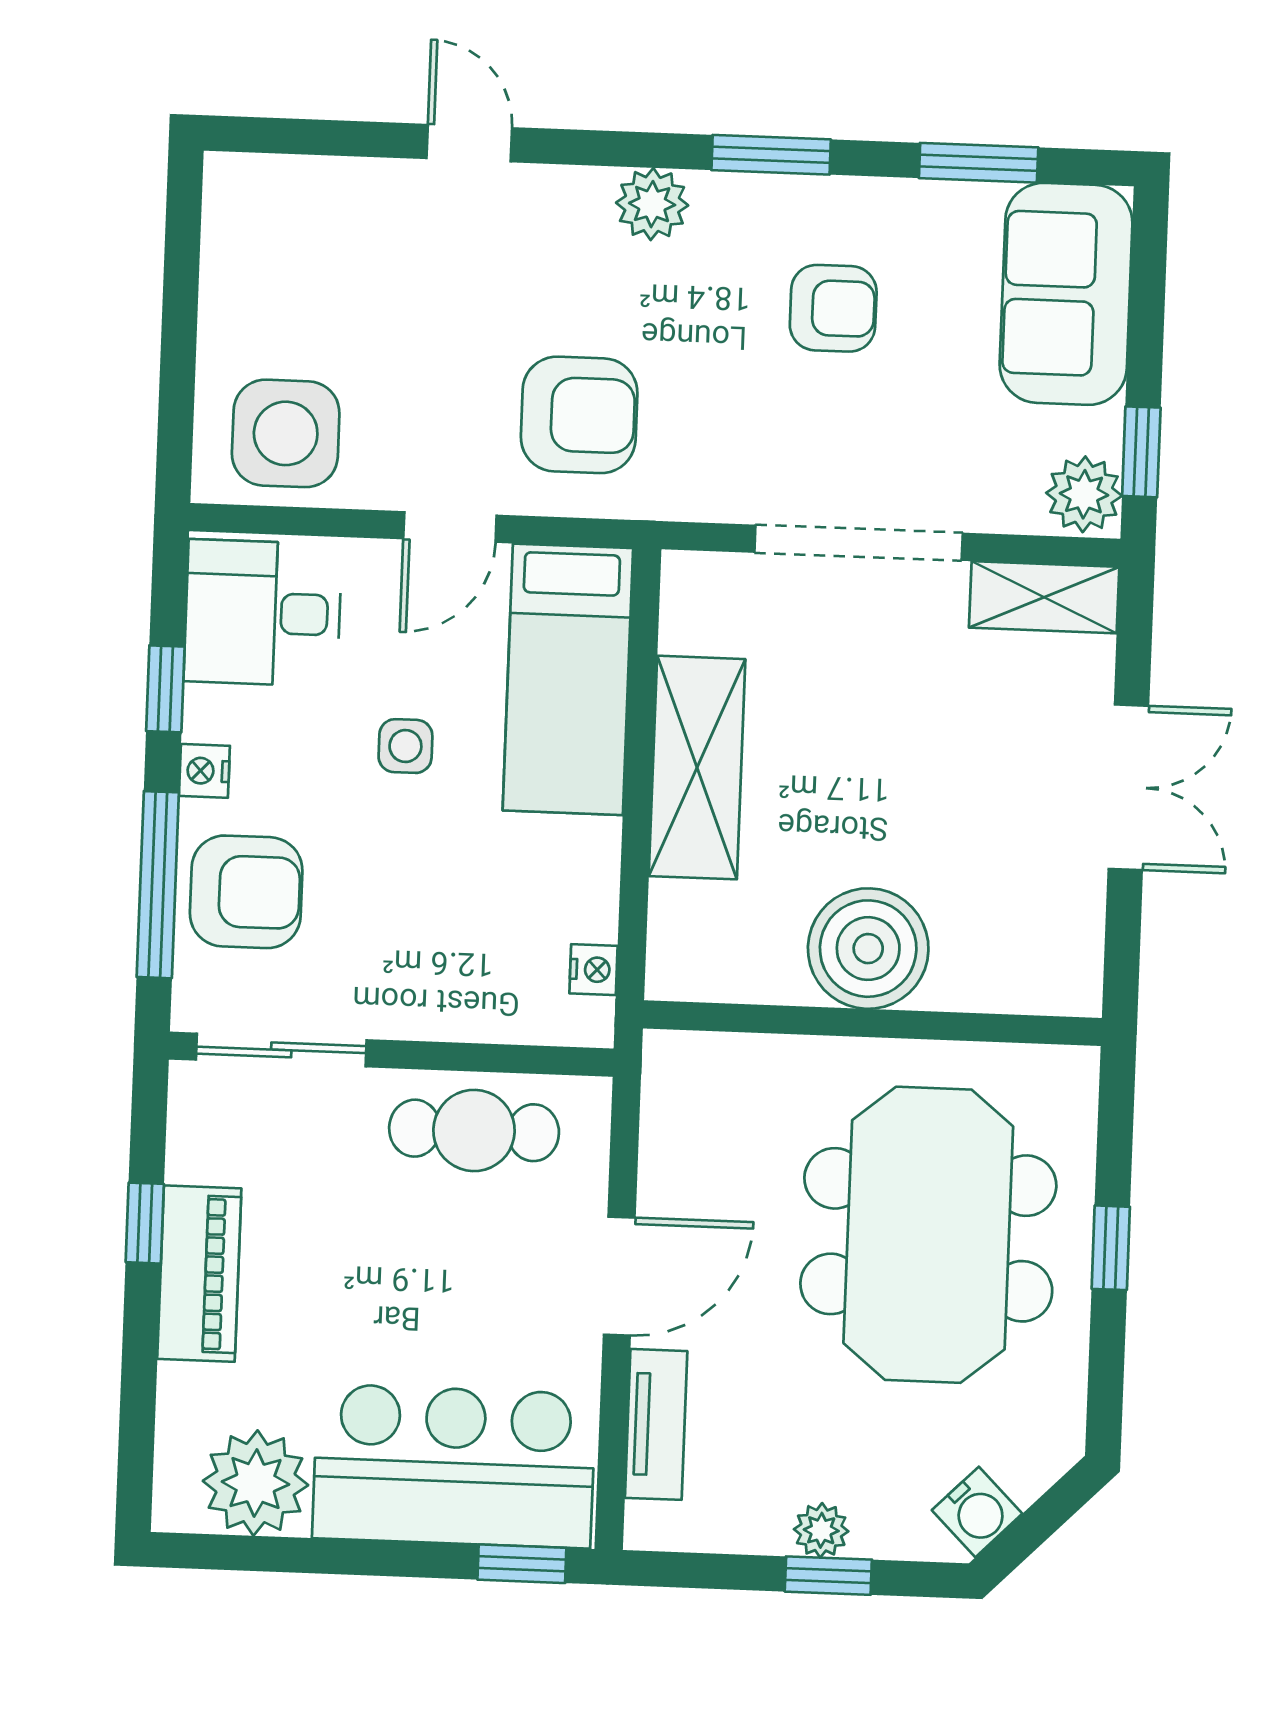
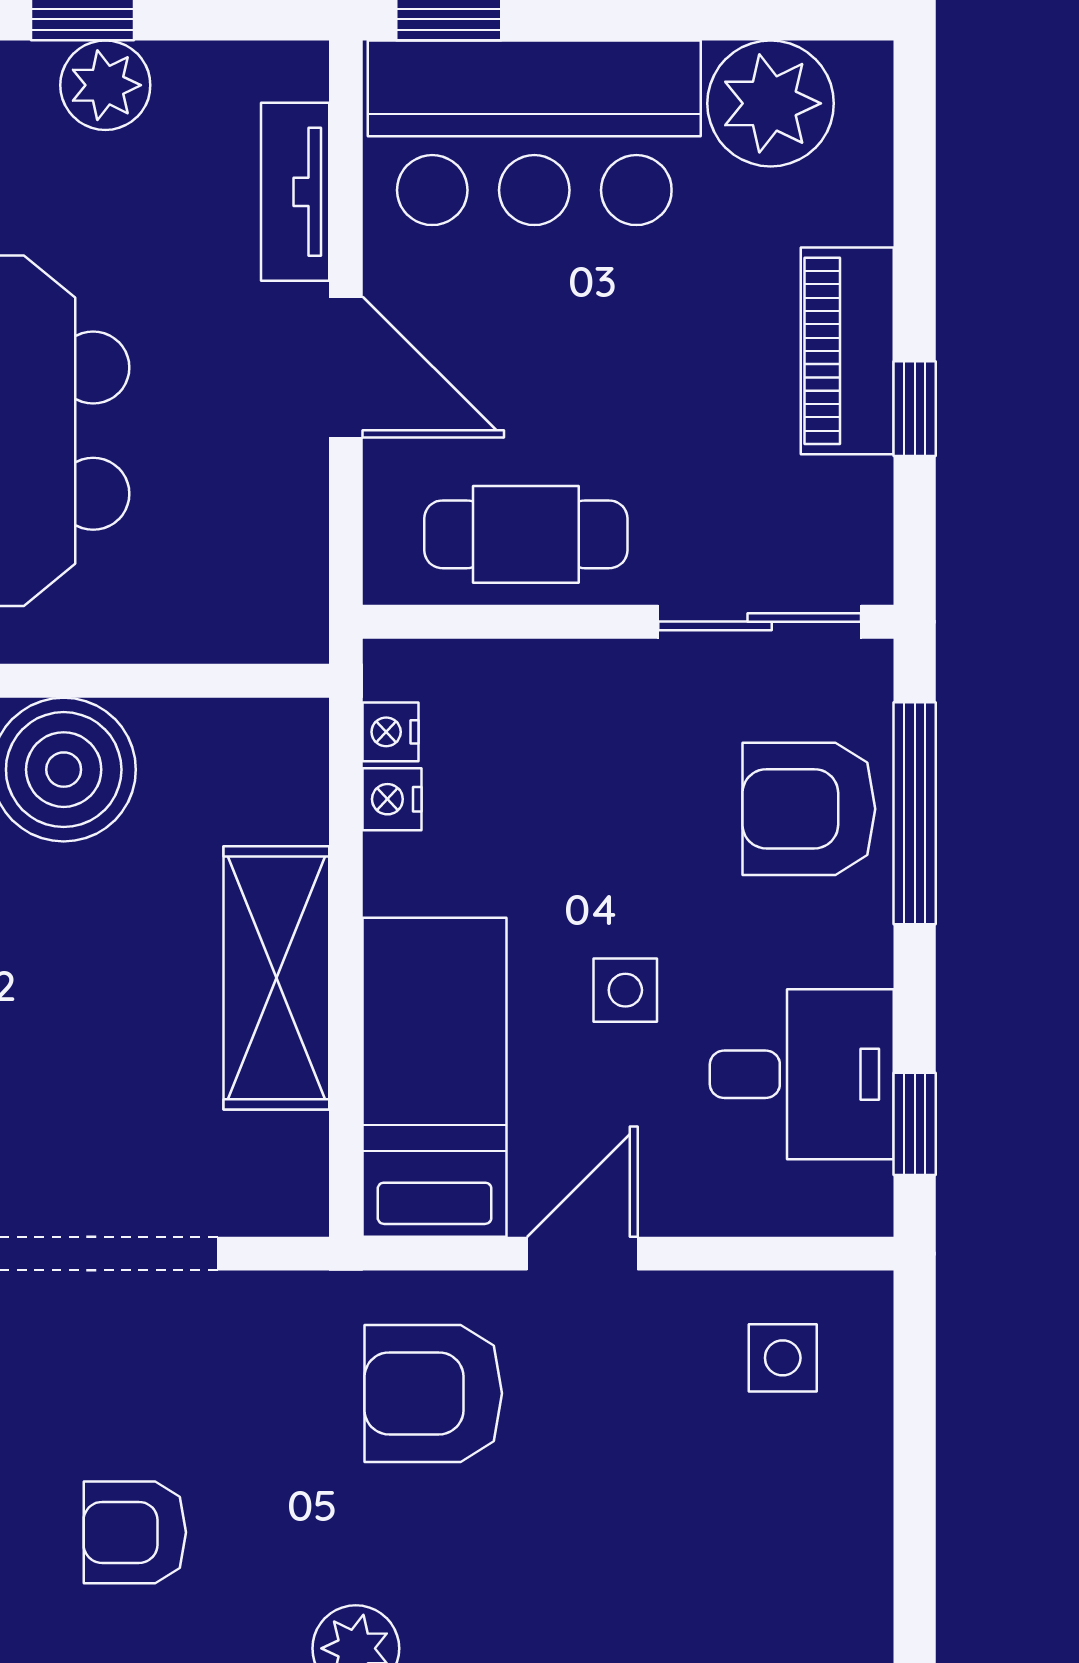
side table: (286, 433) -> (783, 1358), width x0.54, depth x0.54
desk: (263, 613) -> (802, 1074), moved
window: (165, 689) -> (915, 1124), moved
nightstand: (204, 771) -> (392, 799), moved, turned 180
door: (619, 1276) -> (346, 367), swing flipped
plant: (821, 1530) -> (105, 85), width x1.38, depth x1.38

